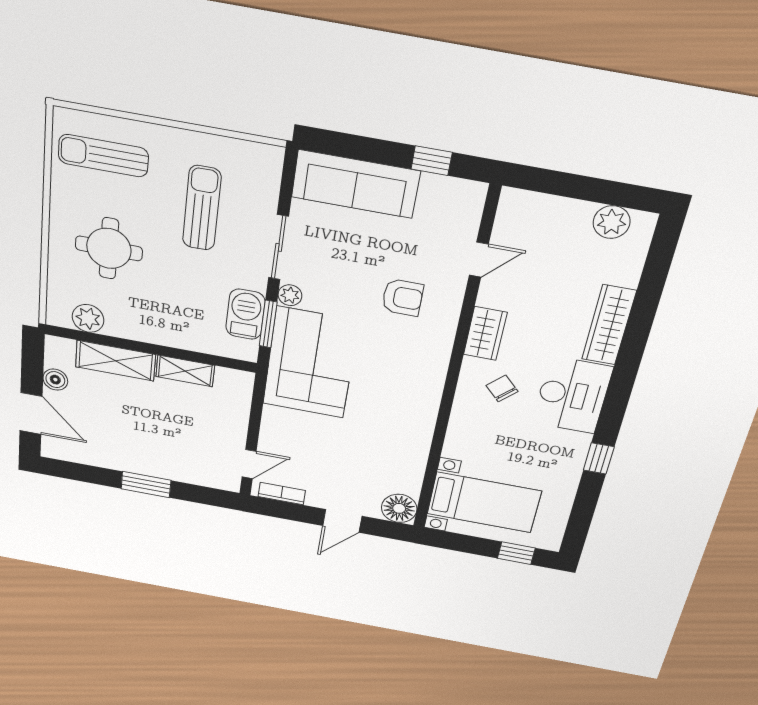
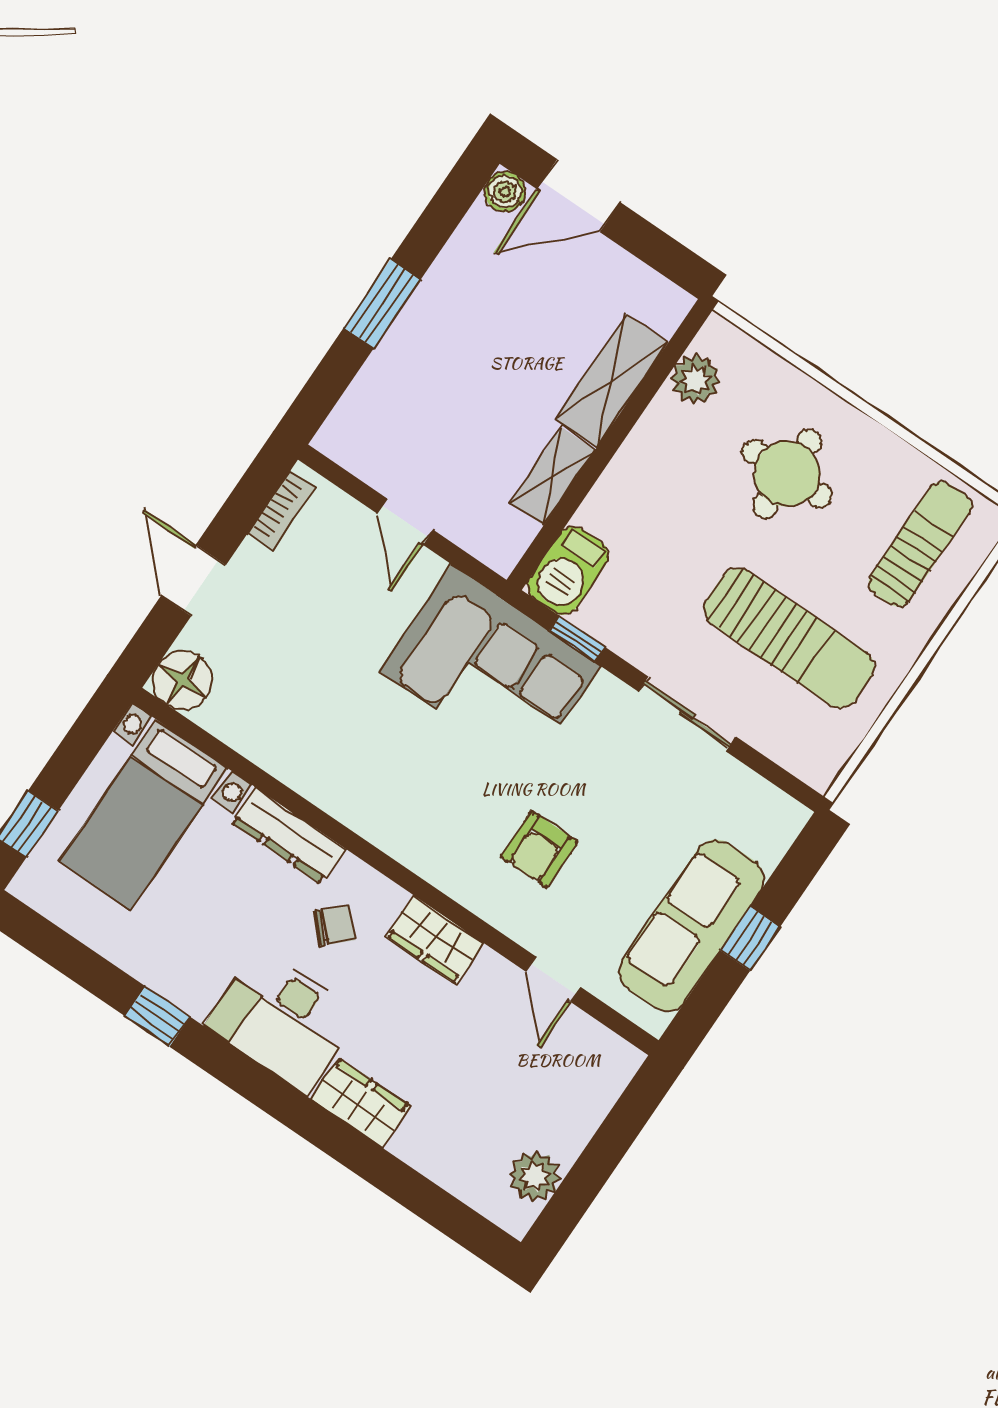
window: (432, 161) -> (750, 939), moved
sofa: (356, 184) -> (692, 925), moved
sun lounger: (202, 208) -> (789, 638), width x1.36, depth x1.34
plant: (290, 295) -> (609, 693), removed
barbecue: (245, 314) -> (568, 571), moved, turned 90
window: (268, 324) -> (577, 639), width x0.67
wardrobe: (609, 325) -> (360, 1102), width x0.67
boiler: (55, 380) -> (505, 192), moved
dresser: (460, 430) -> (288, 836), added
door: (249, 464) -> (405, 522), moved

